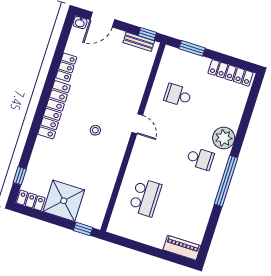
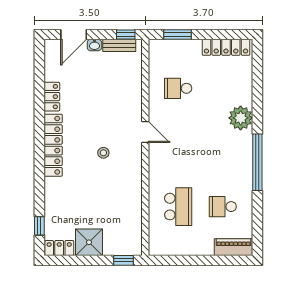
washbasin: (80, 23) -> (94, 45), moved
school desk: (200, 159) -> (223, 207), moved, turned 180
shower: (64, 201) -> (89, 242), width x0.73, depth x0.73

